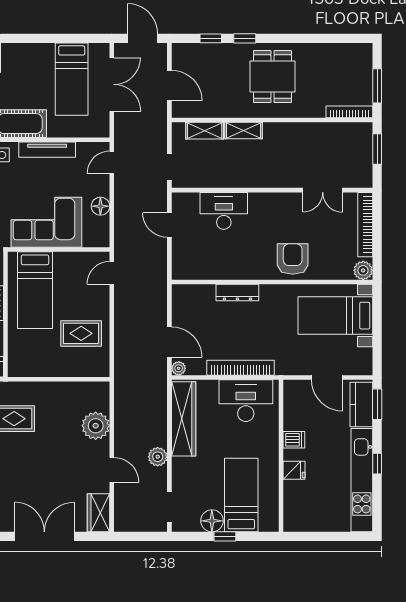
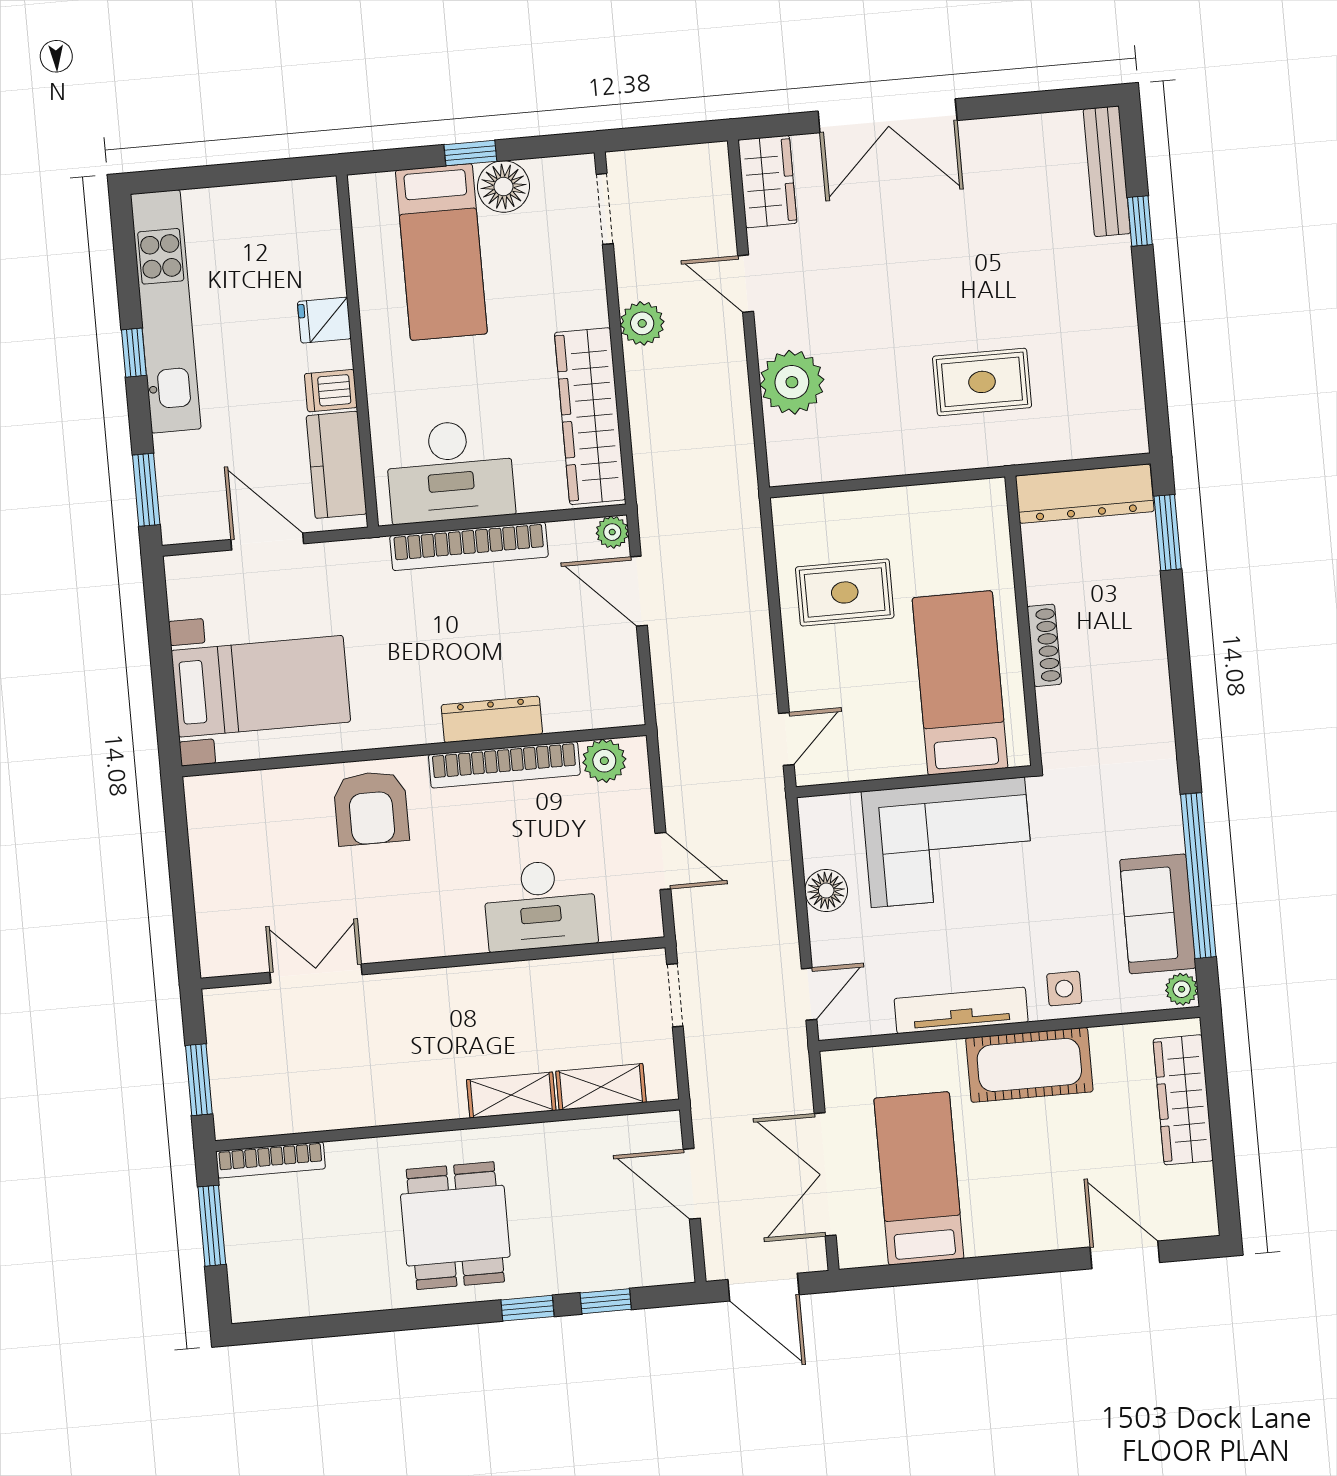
bookcase: (365, 225) -> (504, 765), moved, turned 90
plant: (363, 270) -> (604, 761), moved
kitchen counter: (361, 405) -> (336, 465), moved, turned 180

